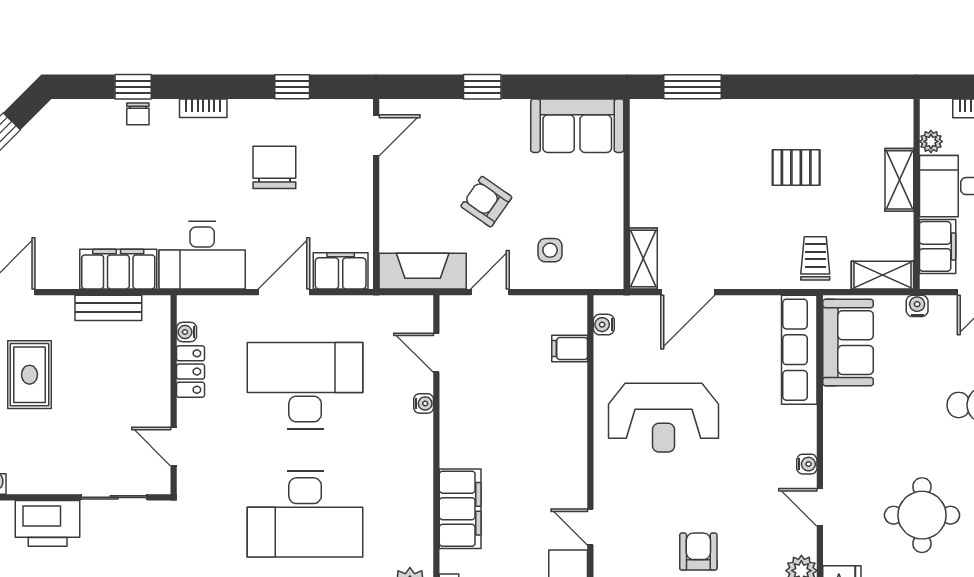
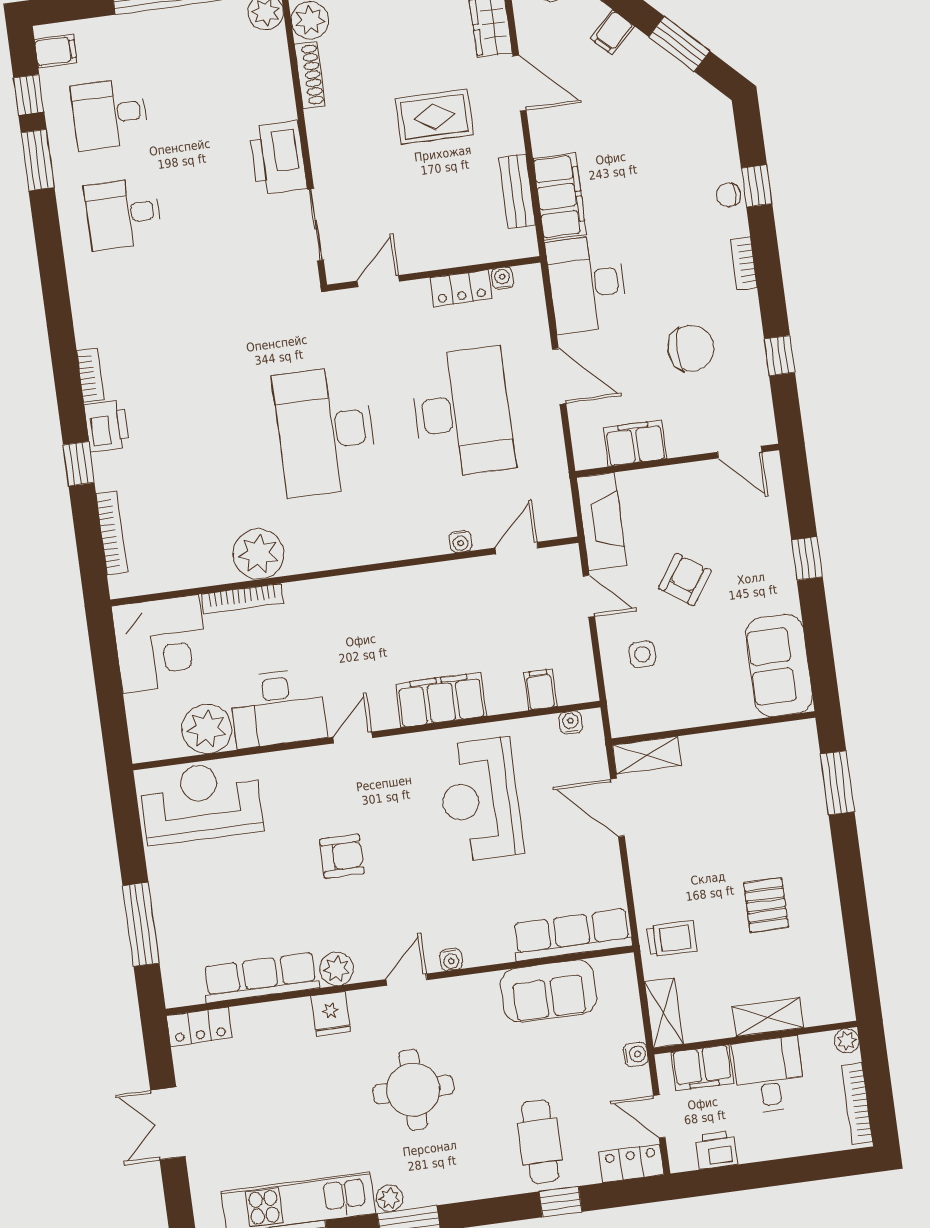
plant: (931, 141) -> (847, 1041), moved
filing cabinet: (341, 271) -> (635, 443), moved, turned -90
sofa: (848, 343) -> (549, 991), moved
filing cabinet: (460, 509) -> (441, 700), moved, turned 180

